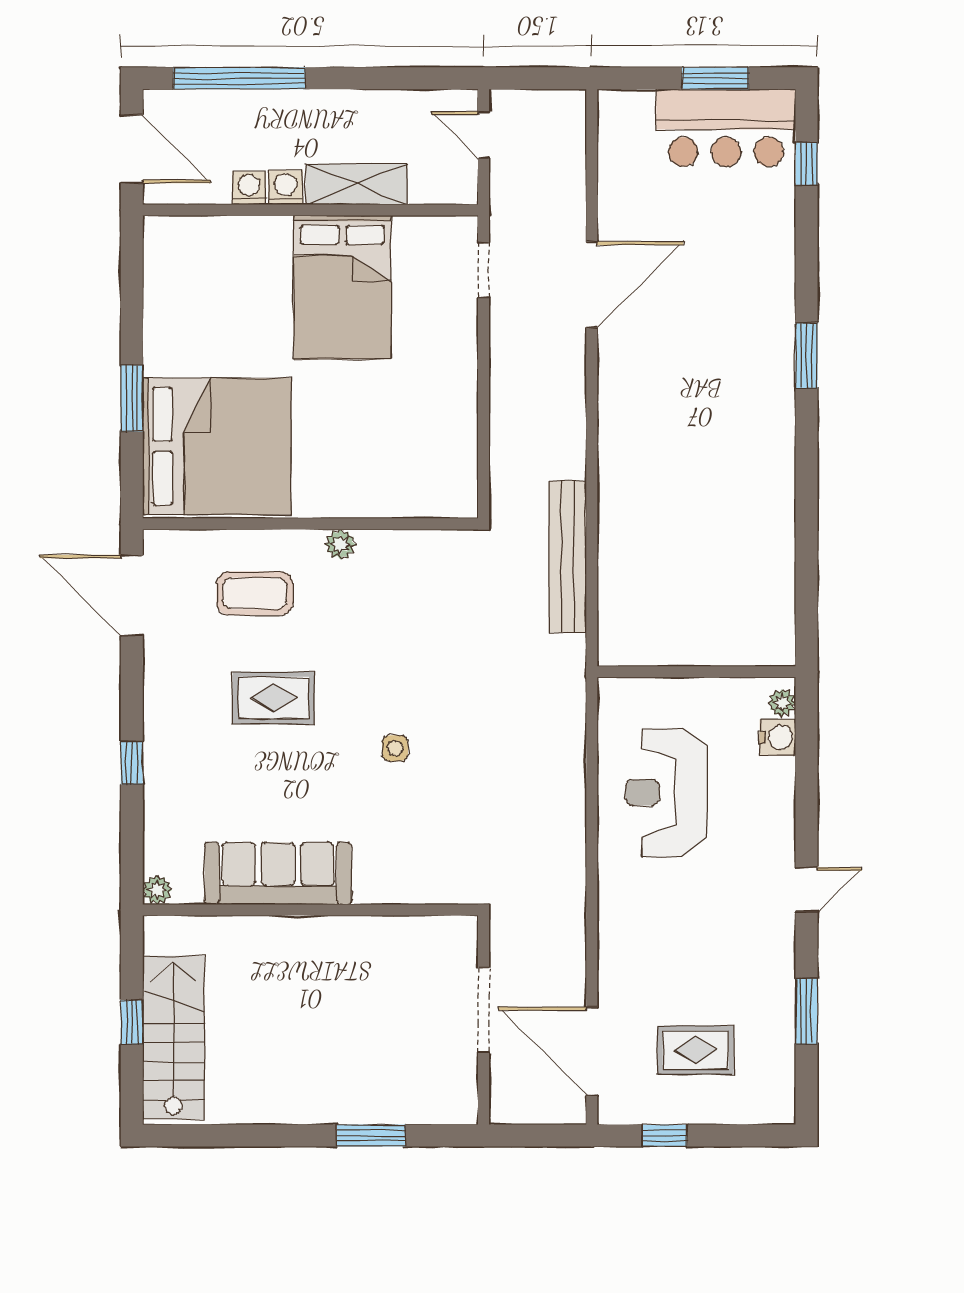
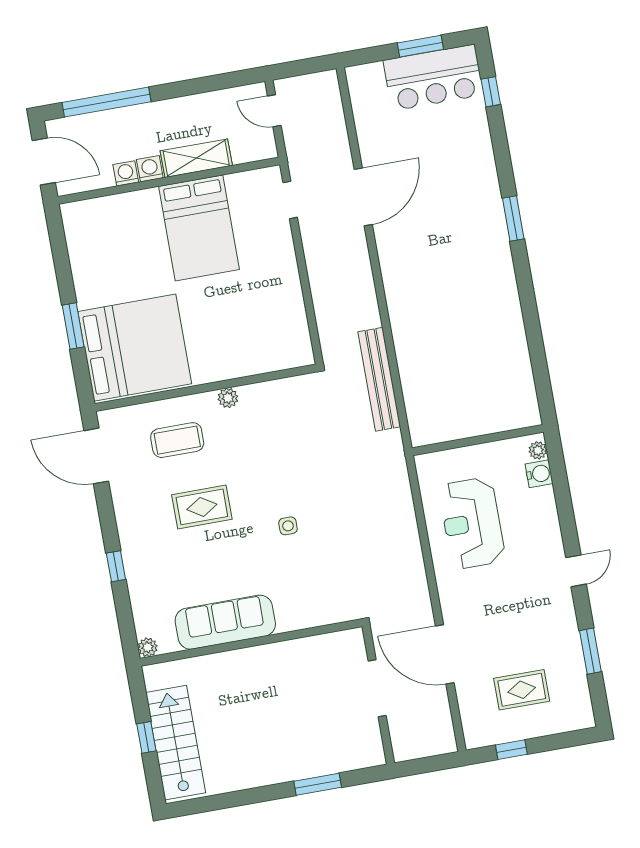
door: (592, 1051) -> (445, 654), moved

